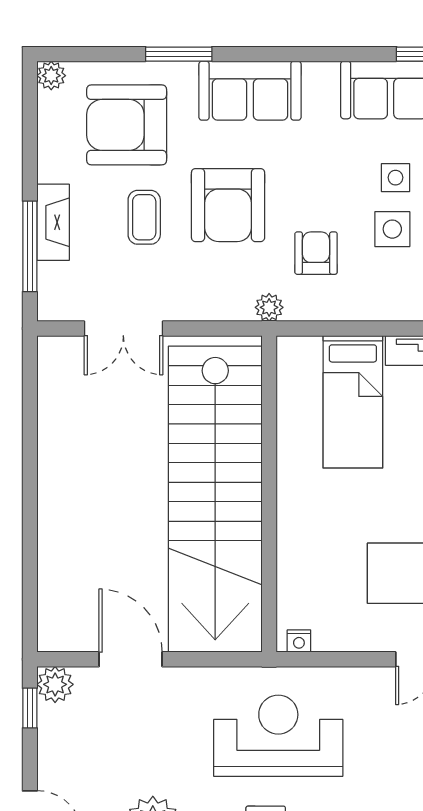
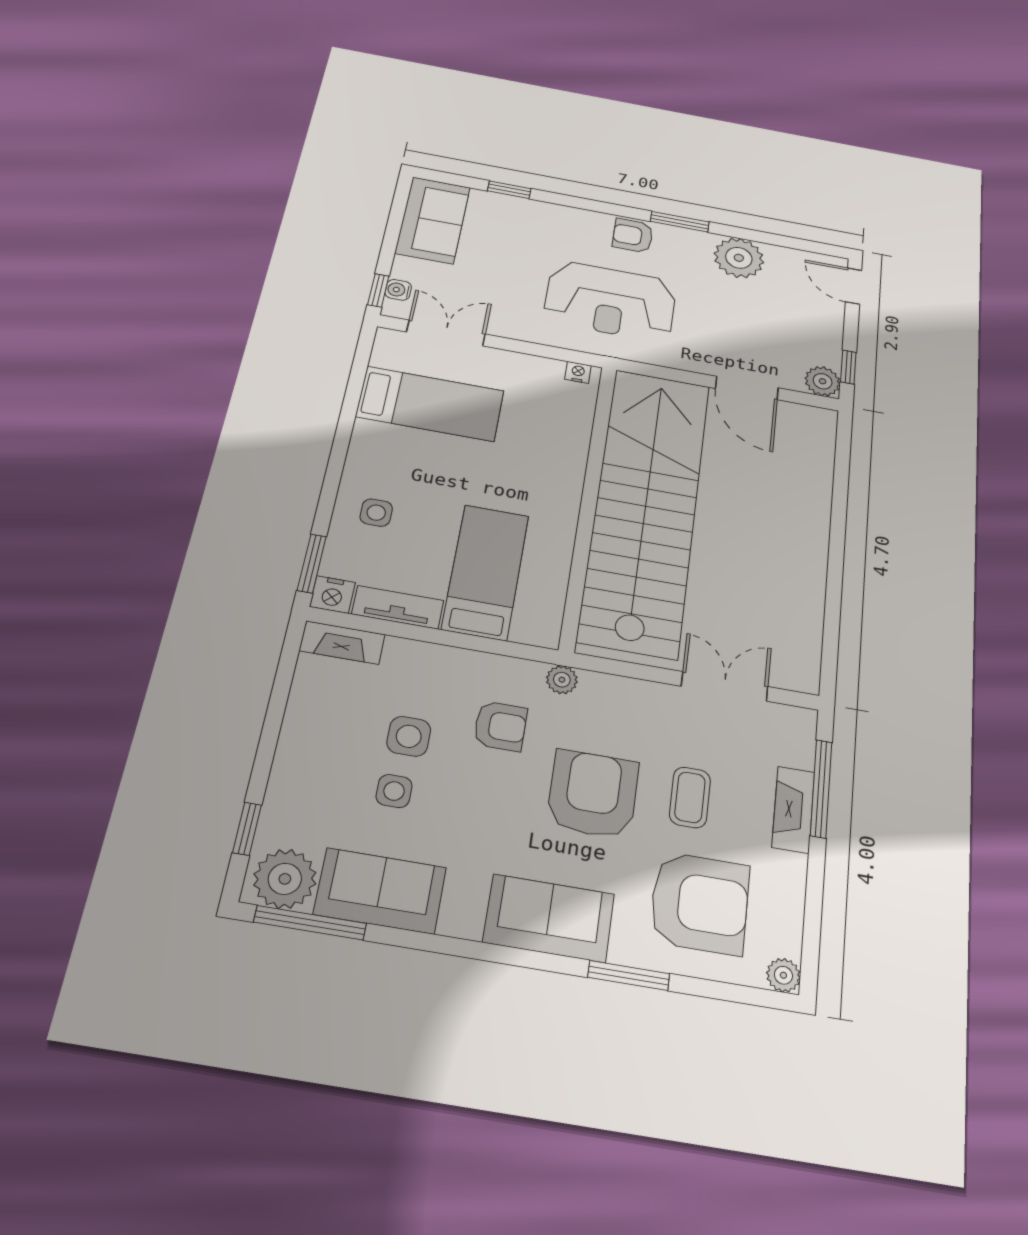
armchair: (316, 253) -> (500, 726), turned -90

